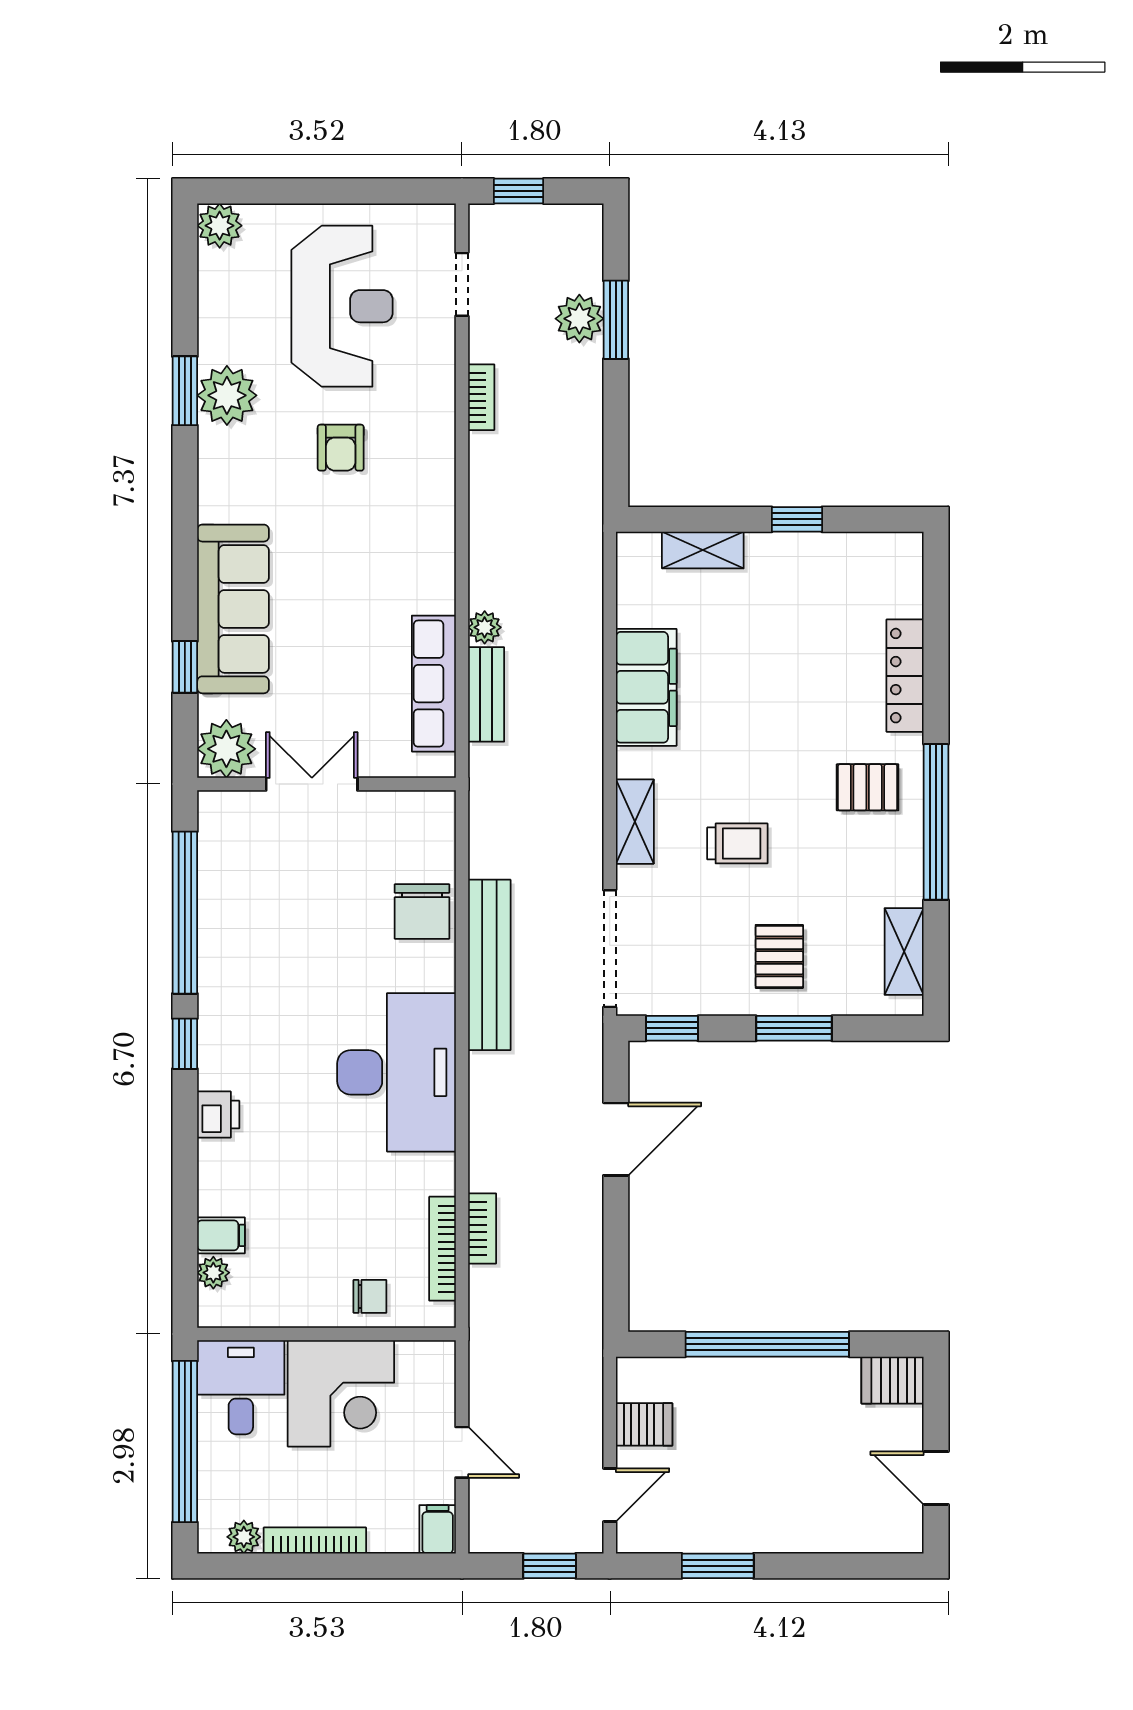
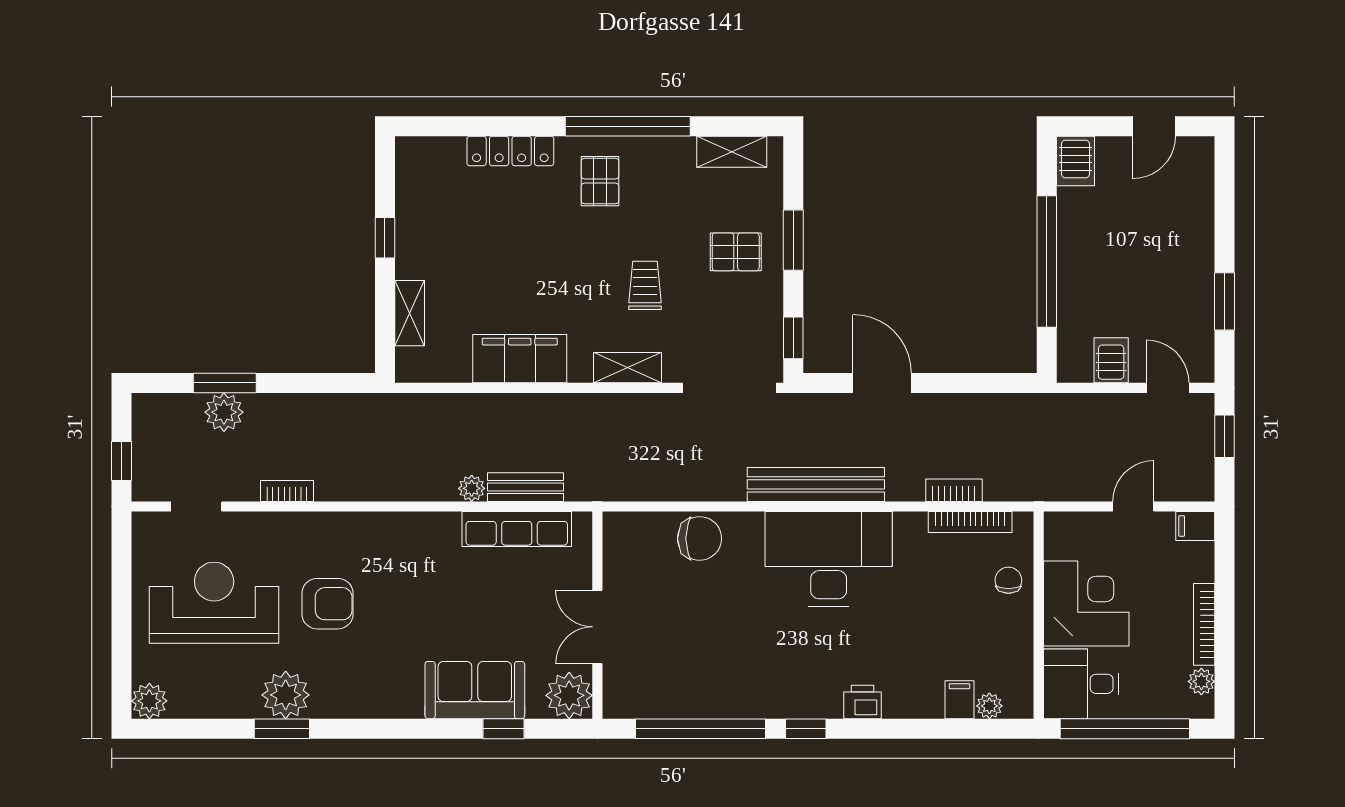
armchair: (341, 448) -> (327, 604), width x1.38, depth x1.38
sofa: (233, 609) -> (475, 690), width x0.73
bench: (489, 965) -> (816, 484), moved

